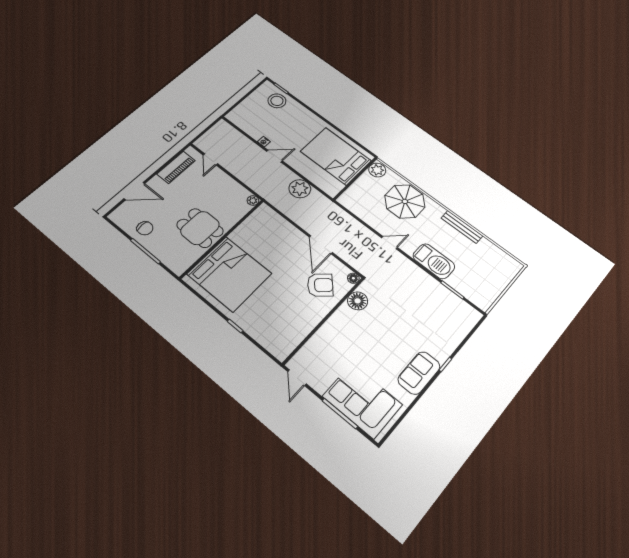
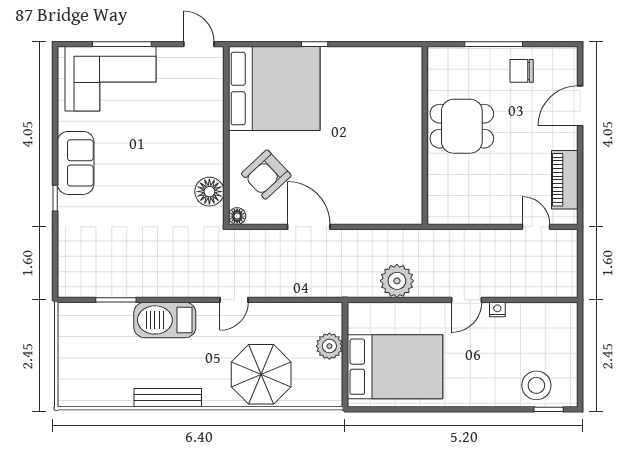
plant: (377, 170) -> (329, 346), moved
plant: (253, 201) -> (436, 216), removed
bed: (229, 274) -> (274, 89), moved, turned 180

